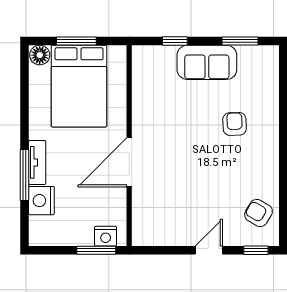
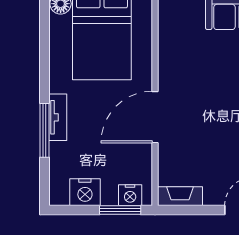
nightstand: (41, 201) -> (85, 192), moved, turned -90
fireplace: (153, 237) -> (180, 196), added

